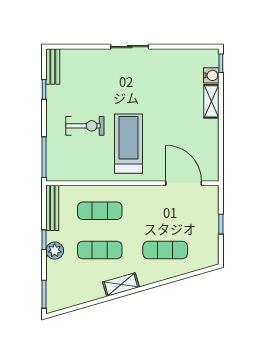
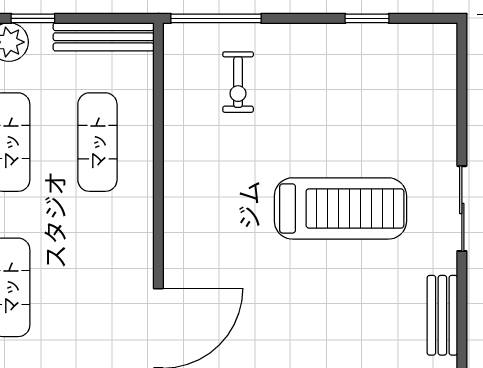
bench: (53, 66) -> (442, 315), moved, turned 90
exercise bike: (85, 126) -> (238, 82), moved, width x0.73, depth x0.72
treadmill: (129, 144) -> (340, 208), moved

